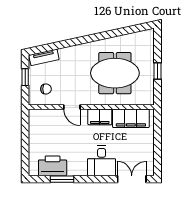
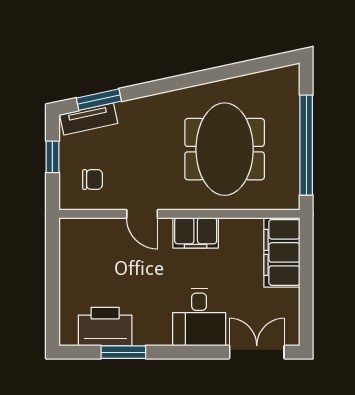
window: (49, 47) -> (99, 100), added
window: (158, 71) -> (306, 145), width x3.17
meeting table: (115, 73) -> (225, 149), turned 90
filing cabinet: (131, 118) -> (282, 252), moved, turned 90

